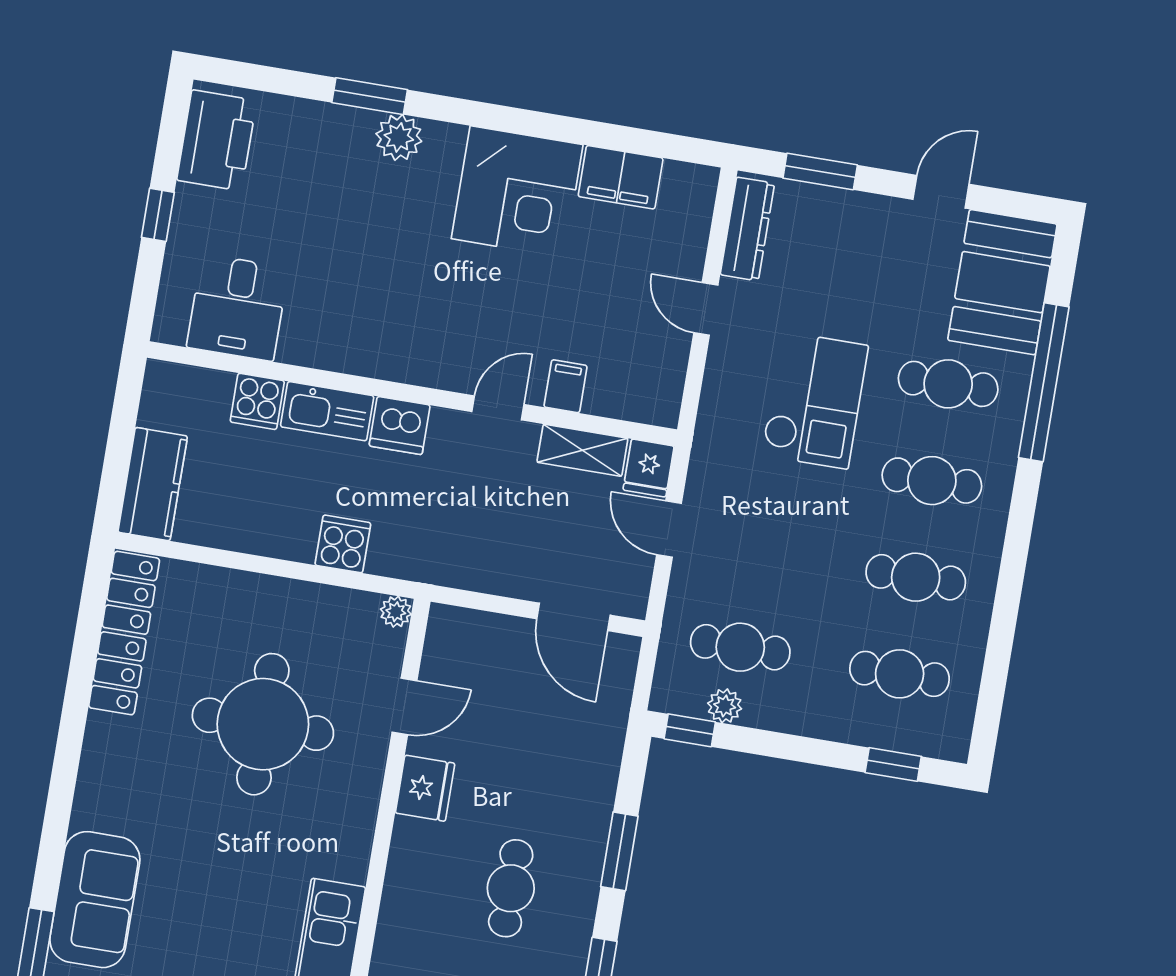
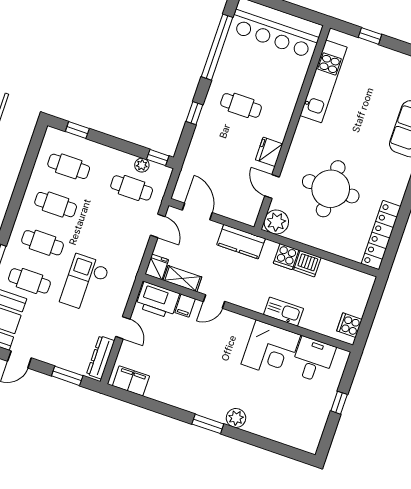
window: (370, 96) -> (208, 424), moved
printer: (217, 140) -> (158, 300), moved, turned -90
filing cabinet: (621, 177) -> (131, 381), moved
corner desk: (517, 192) -> (271, 350), moved, turned 180
cooker: (257, 401) -> (349, 325), moved, turned -90
dishwasher: (400, 426) -> (307, 264), moved, turned 180
kitchen counter: (153, 484) -> (241, 242), moved, turned -90
door: (669, 529) -> (158, 226), moved
plant: (396, 612) -> (276, 222), width x1.87, depth x1.87
door: (404, 706) -> (272, 186), hinge flipped
window: (619, 851) -> (194, 113), width x0.67
cafe table: (511, 888) -> (241, 105), turned 90

